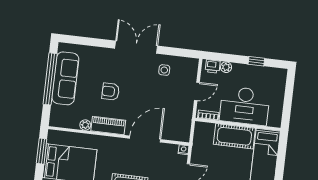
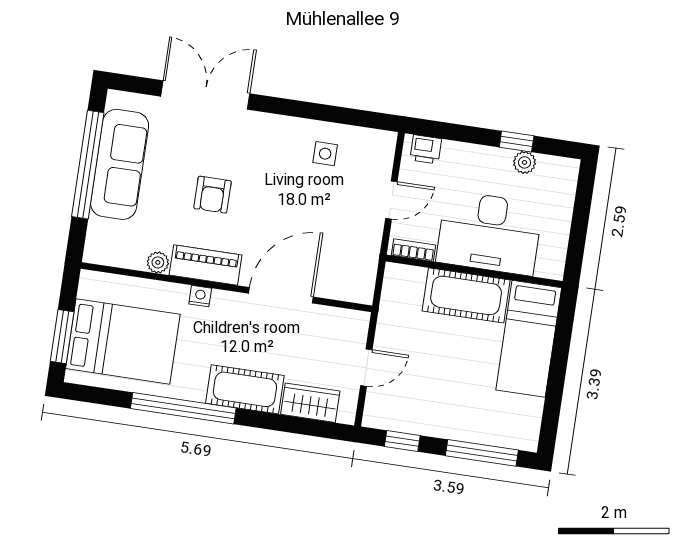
double door: (136, 47) -> (205, 95), moved
plant: (226, 67) -> (525, 162), moved
armchair: (111, 92) -> (213, 195), turned -90
nightstand: (184, 150) -> (200, 296), moved
window: (42, 151) -> (62, 337), moved

